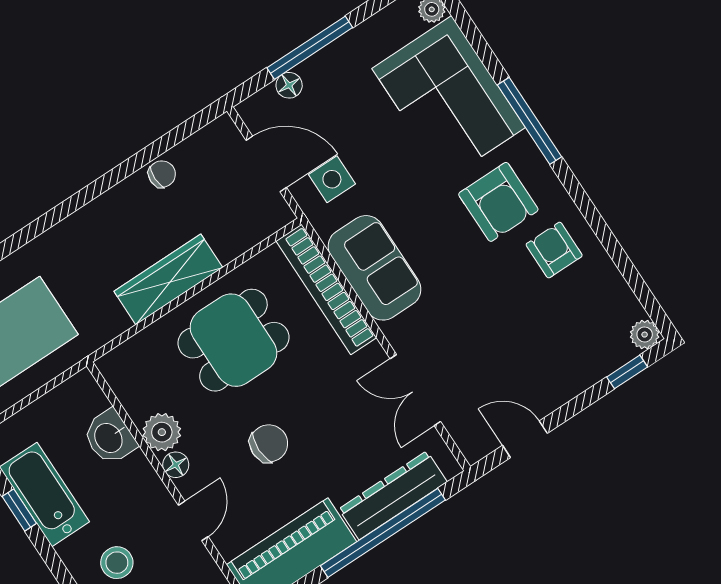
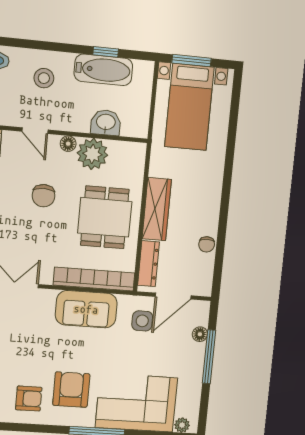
armchair: (498, 202) -> (71, 390), turned 90
dresser: (249, 232) -> (148, 264), added
plant: (162, 432) -> (92, 154), width x1.36, depth x1.36

